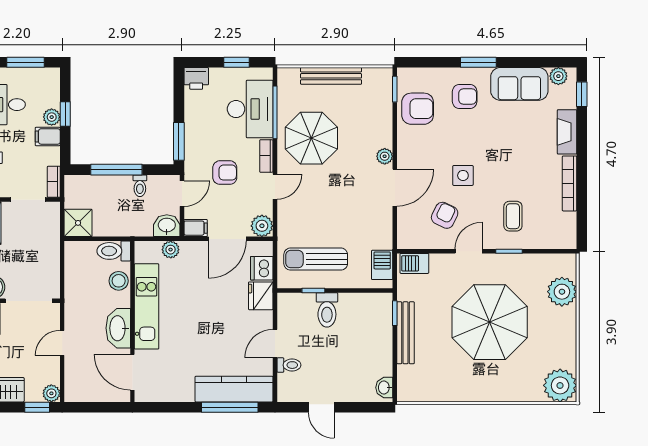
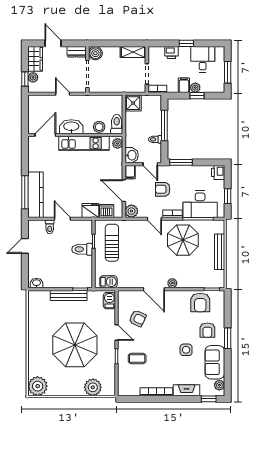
armchair: (225, 173) -> (163, 189), turned 90
side table: (463, 175) -> (186, 350), moved
plant: (171, 250) -> (117, 143), moved
plant: (51, 393) -> (33, 77), moved

